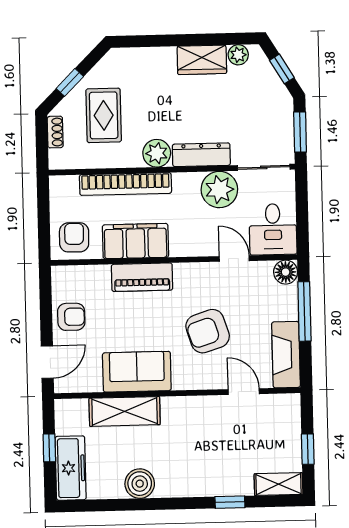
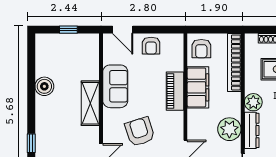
bookcase: (125, 184) -> (234, 62), moved
plant: (219, 190) -> (229, 129), moved
armchair: (74, 237) -> (201, 49), turned 89
shelving: (125, 411) -> (90, 103), moved
freezer: (71, 468) -> (55, 43), removed

